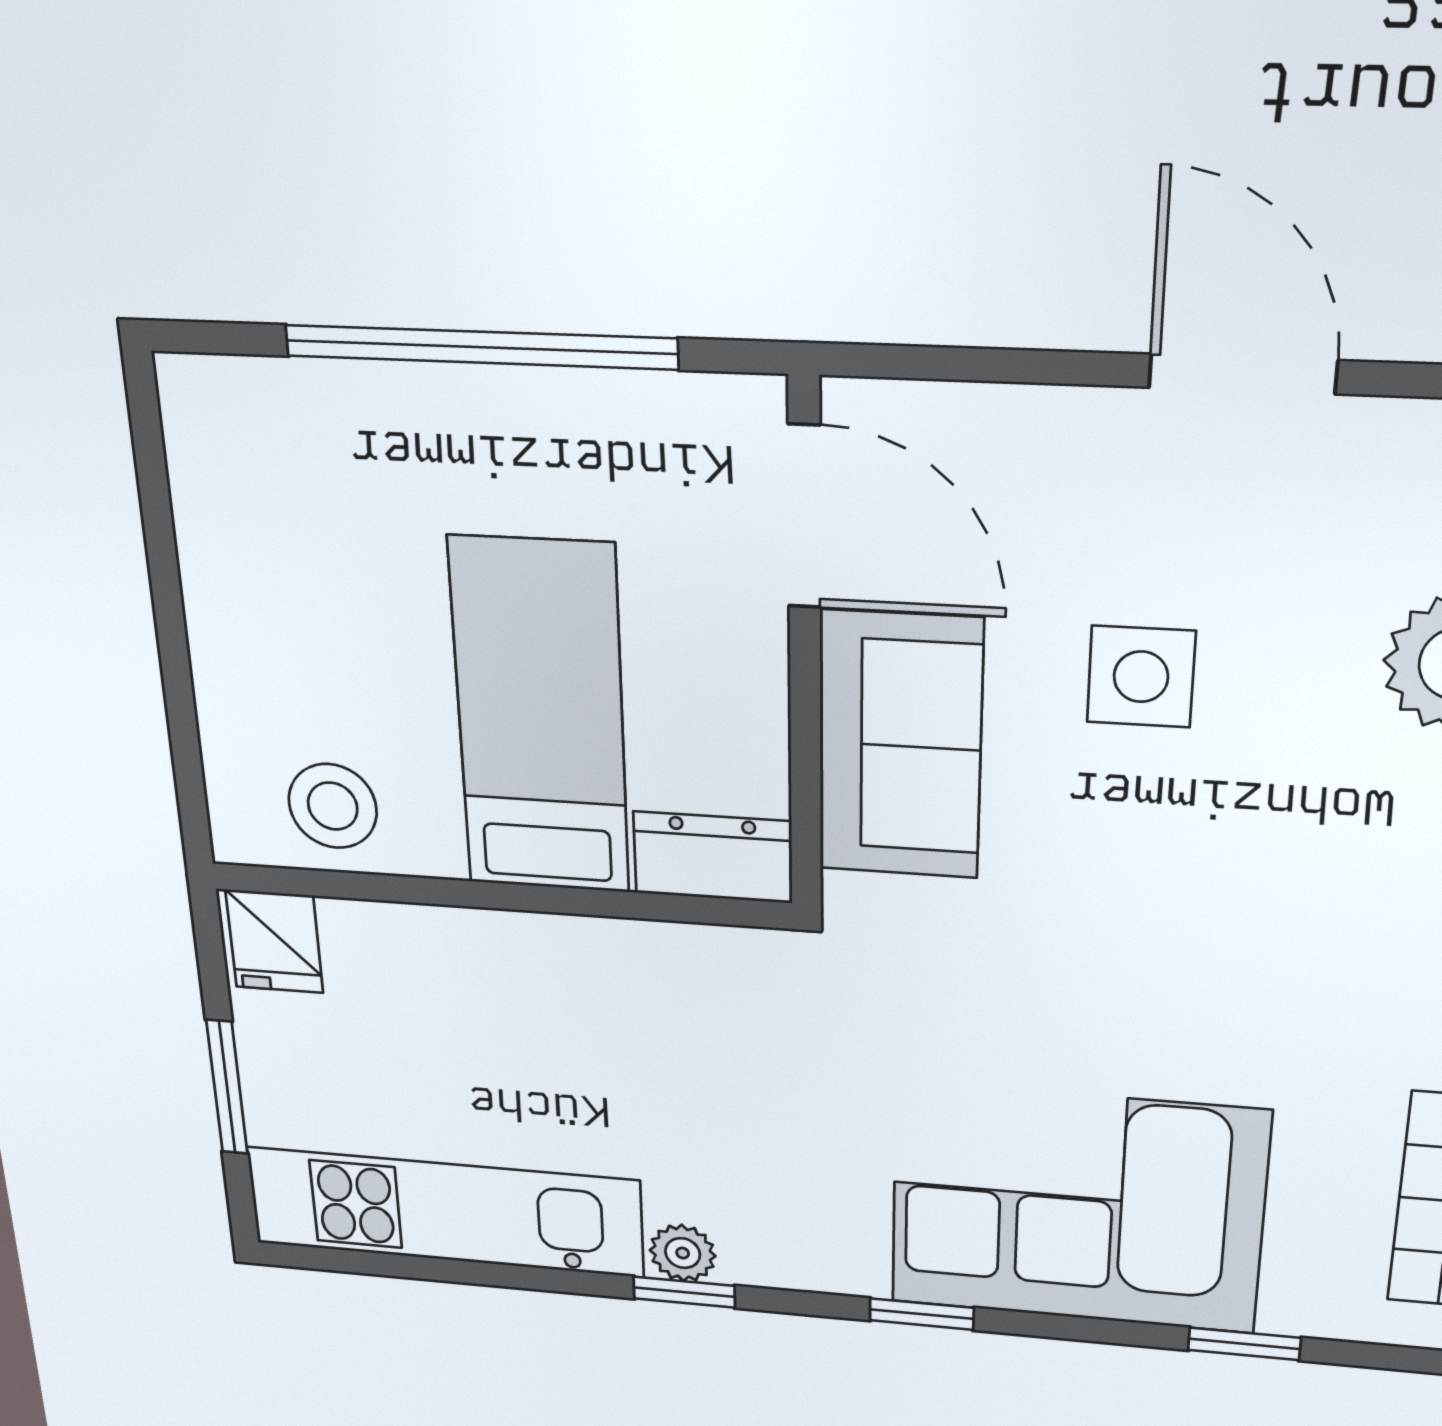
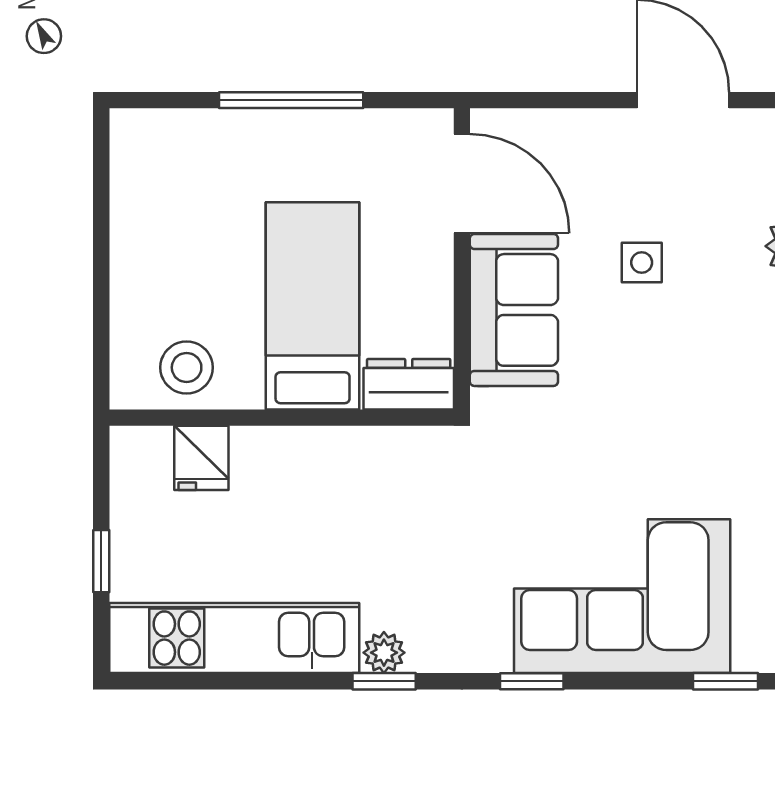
window: (480, 347) -> (291, 100), width x0.68
side table: (1141, 677) -> (642, 263), width x0.73, depth x0.73
fridge: (274, 941) -> (201, 458), moved
window: (227, 1087) -> (101, 561), width x0.67

